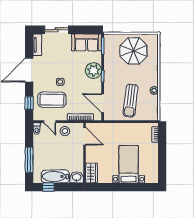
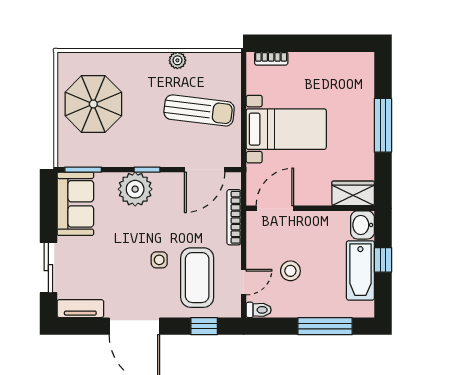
stool: (65, 131) -> (290, 271), moved
bed with nightstands: (129, 164) -> (286, 129), moved, turned 180
window: (48, 187) -> (383, 260), moved
window: (124, 187) -> (383, 125), added

